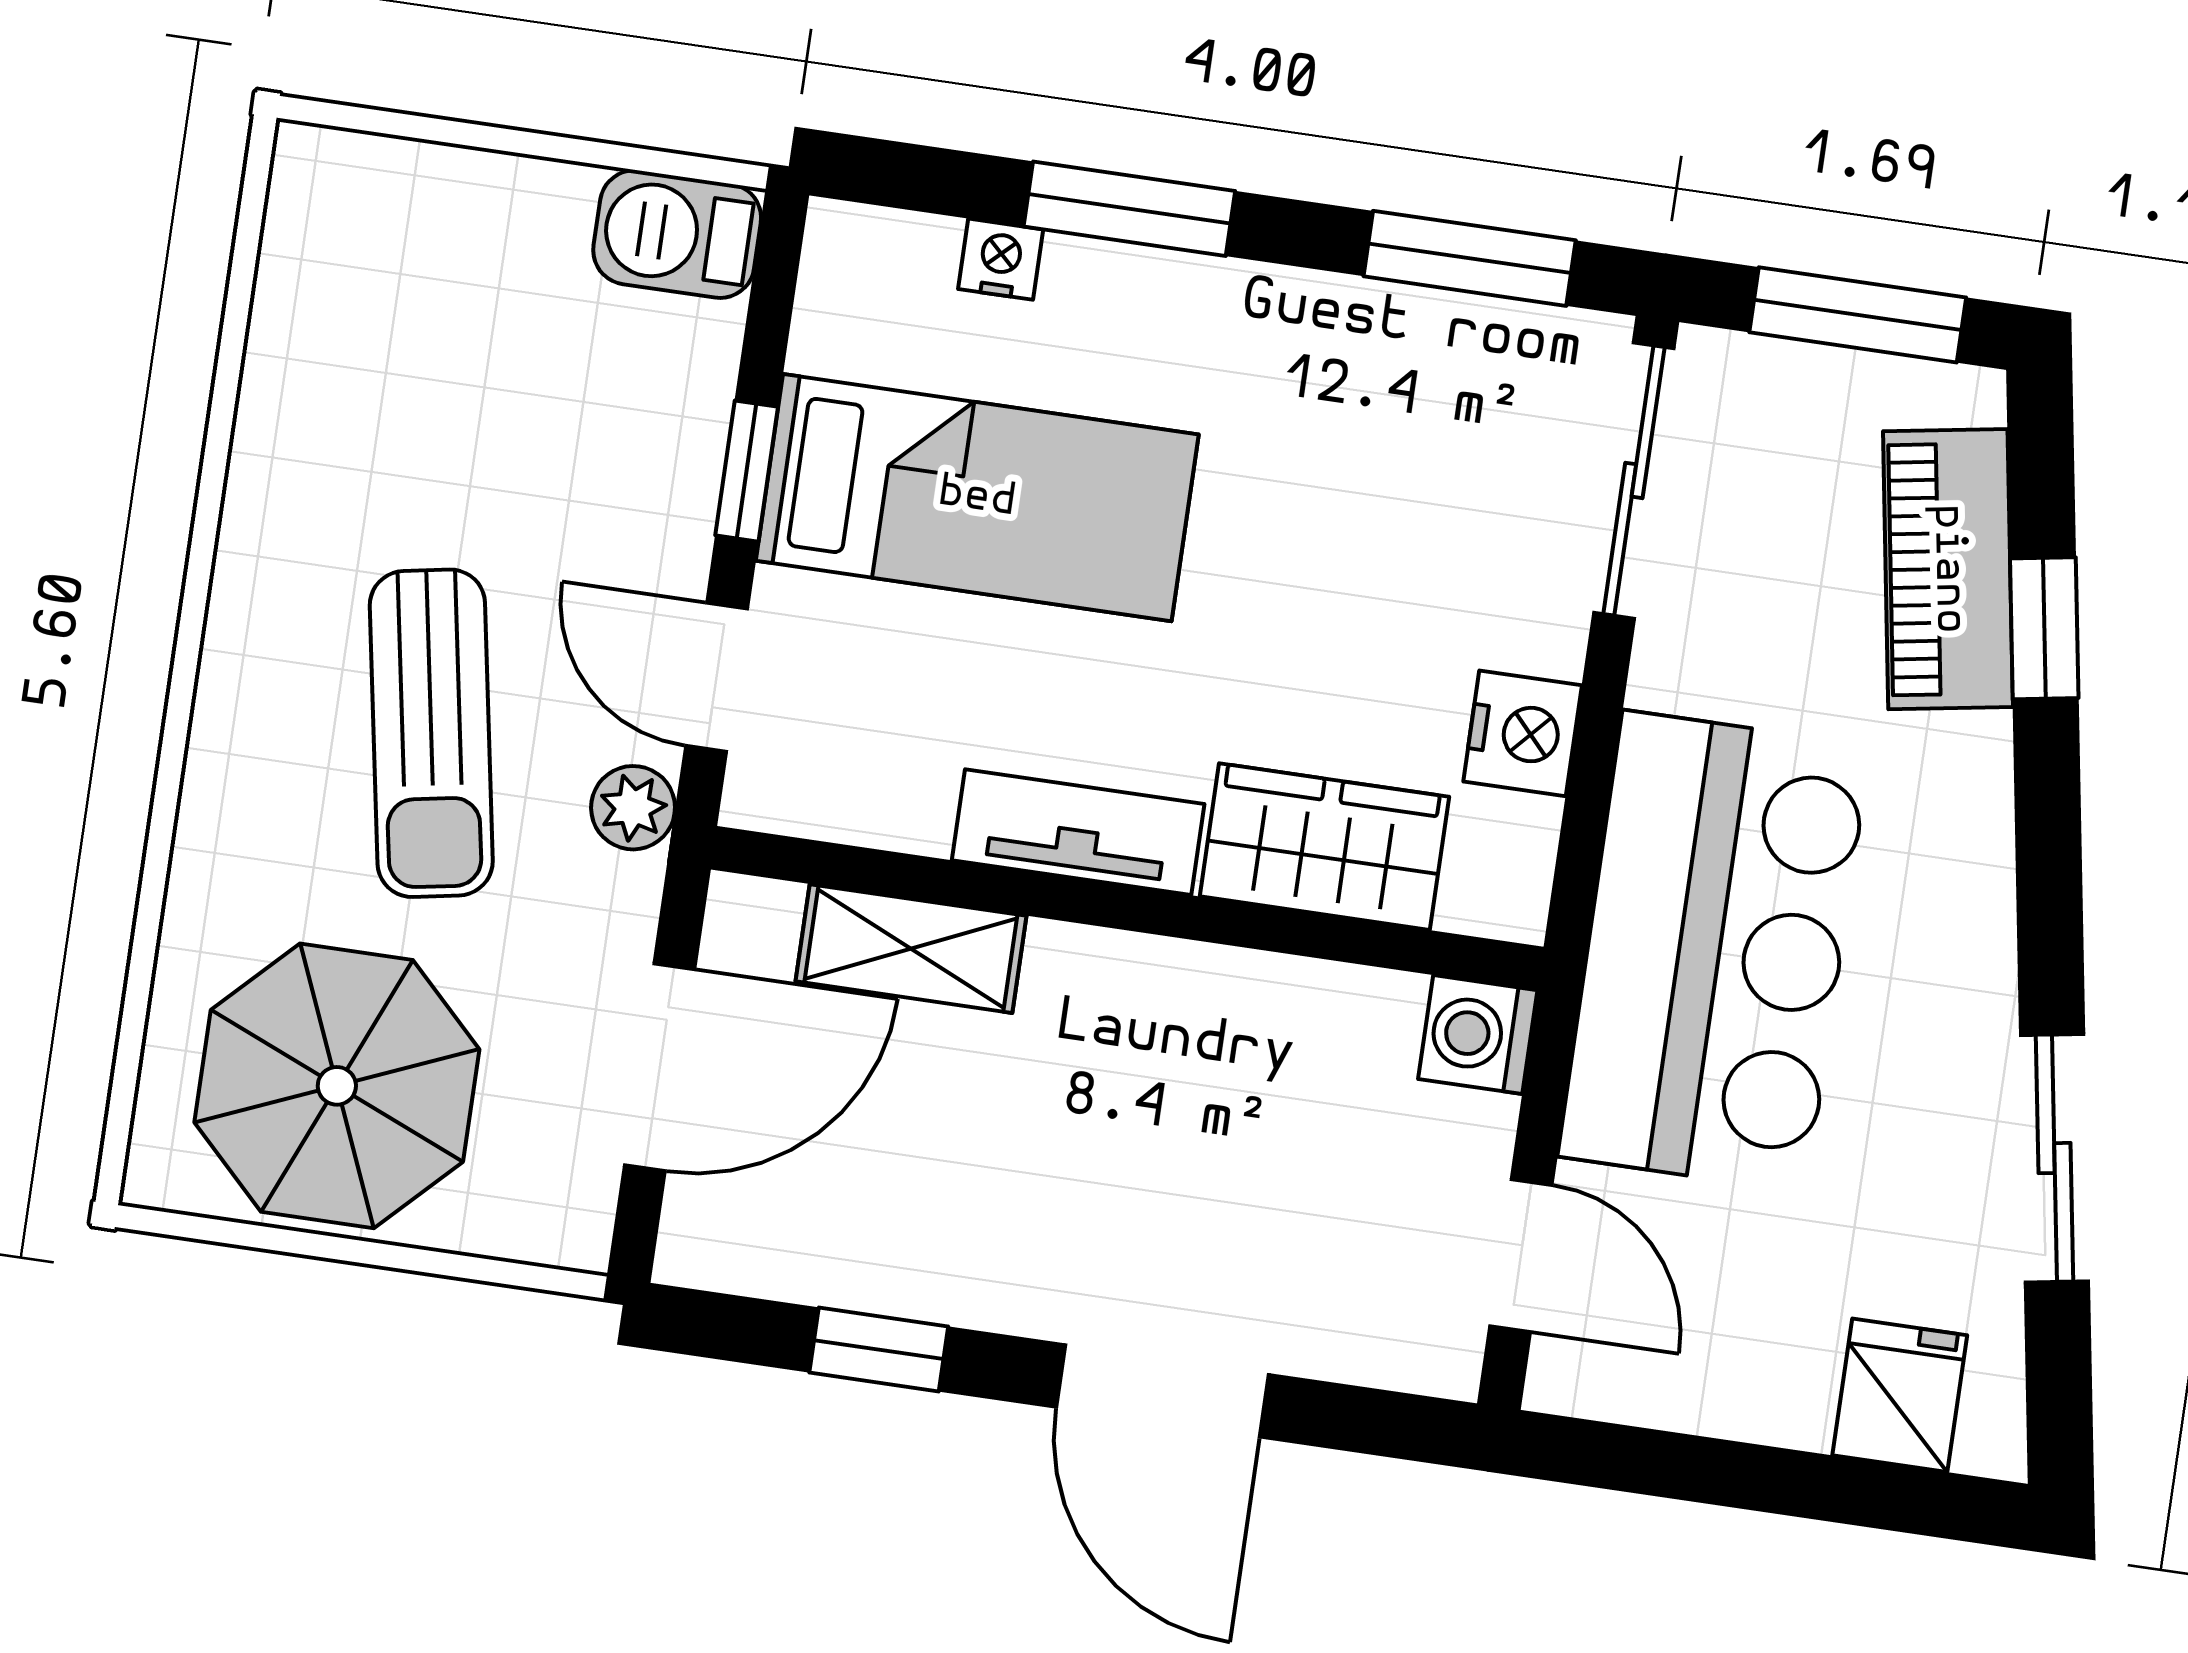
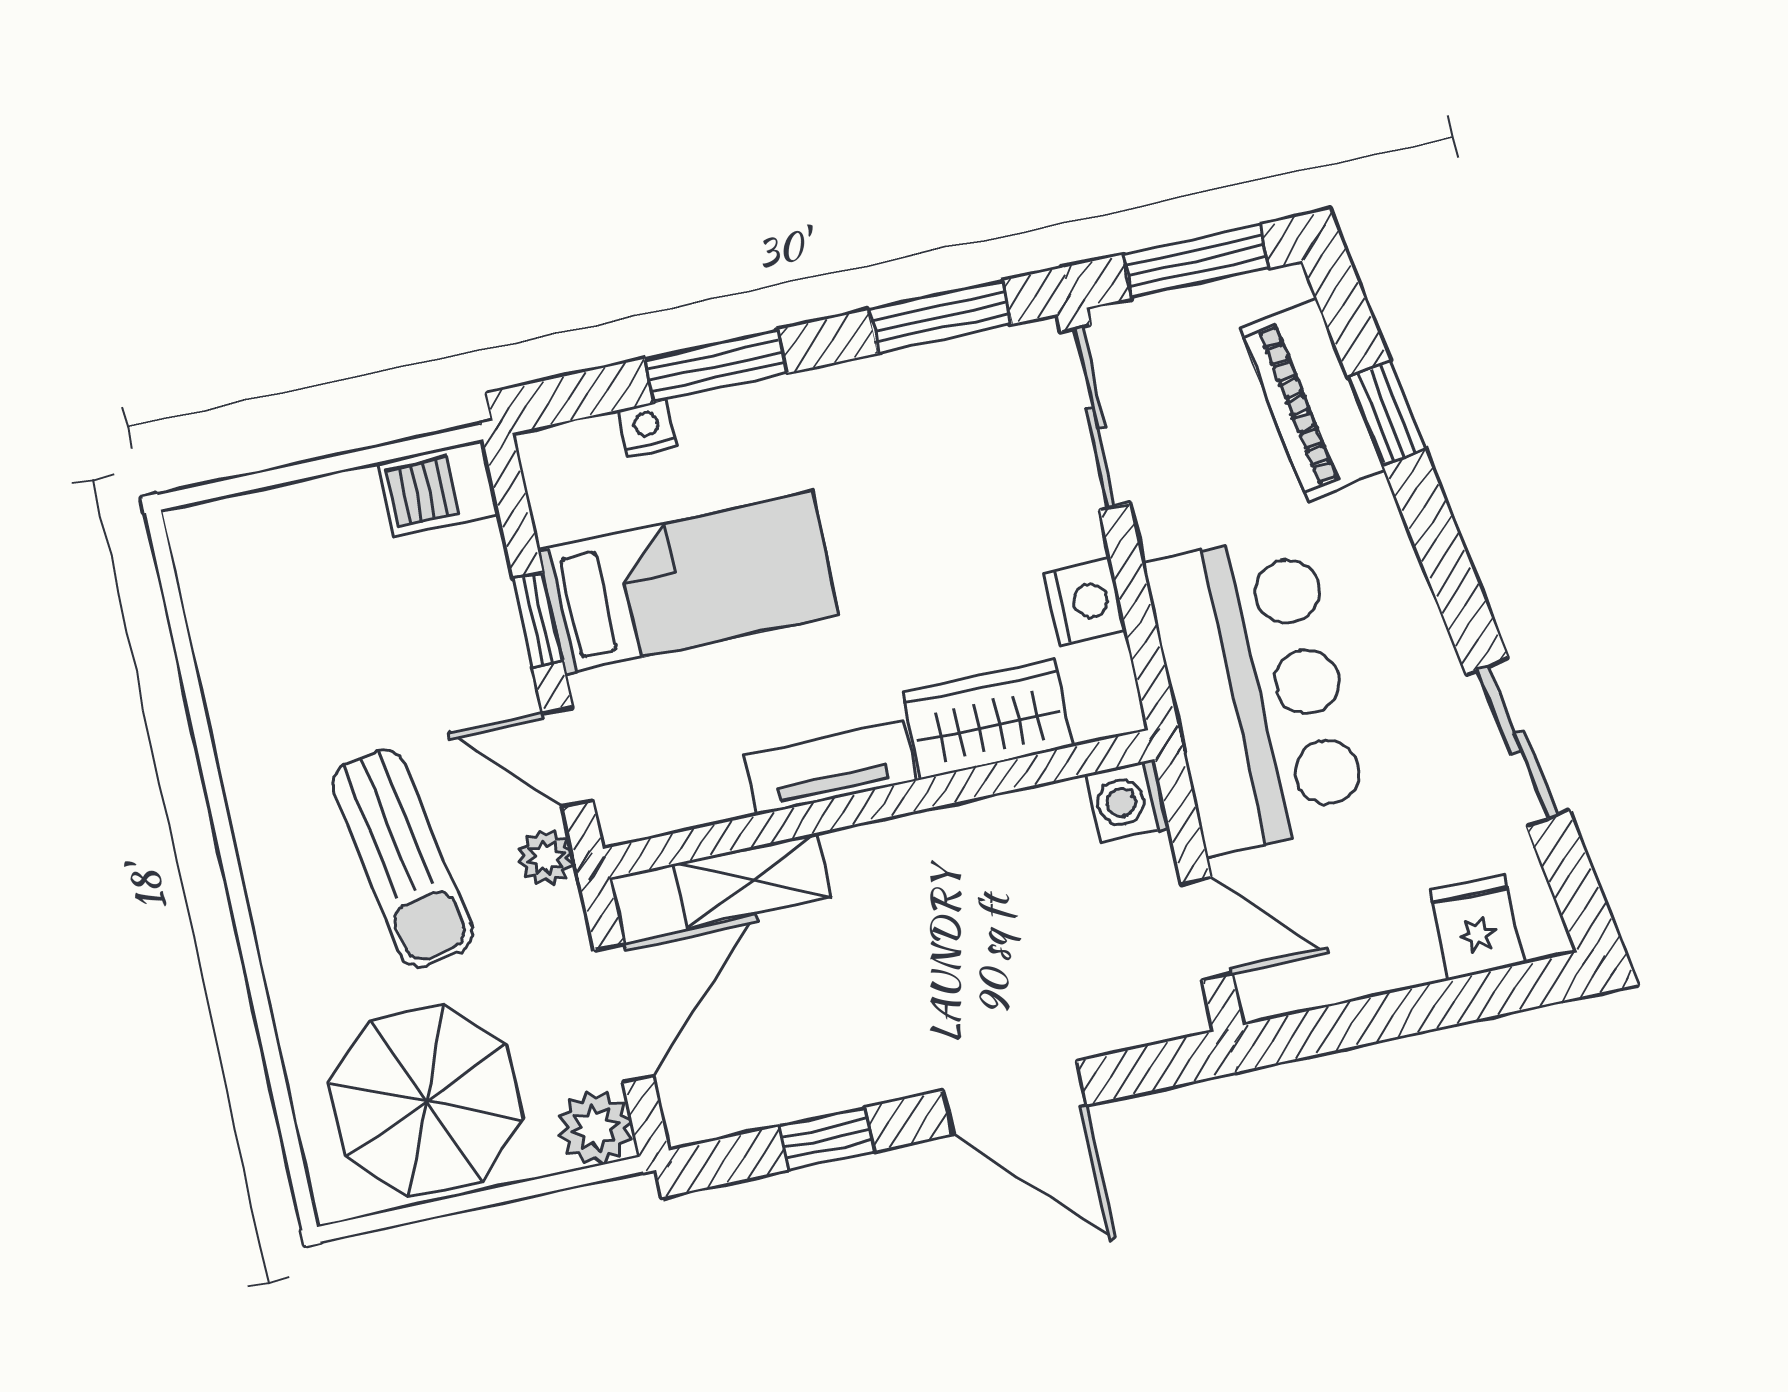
plant: (559, 1213) -> (595, 1128), added

